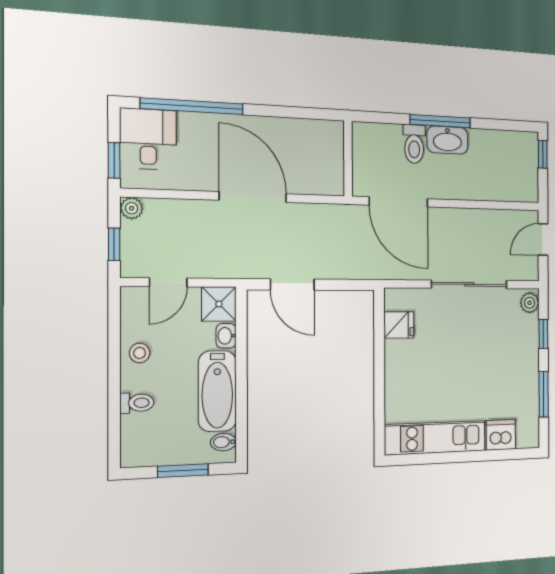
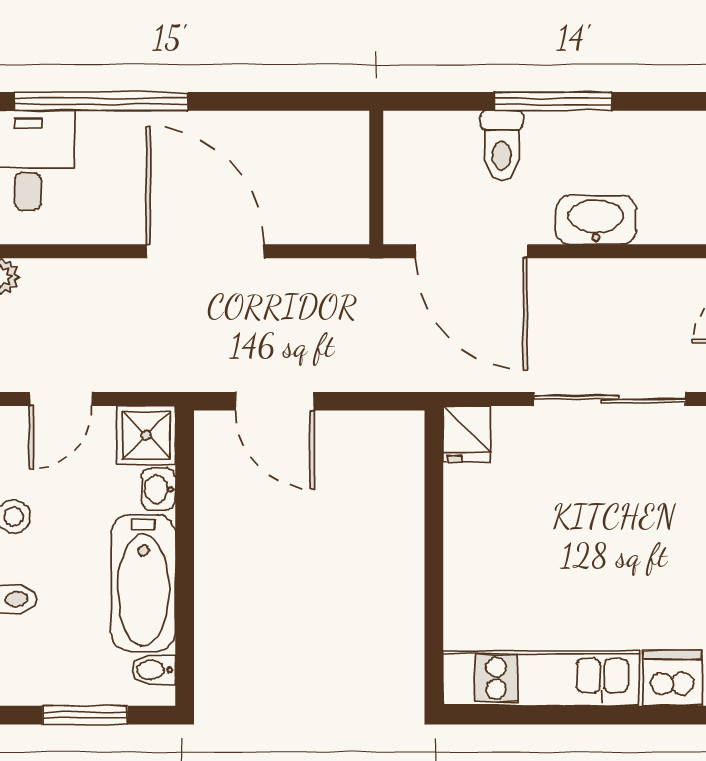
washbasin: (447, 140) -> (596, 220), moved, turned 180
fridge: (399, 325) -> (467, 434), moved, turned 90

